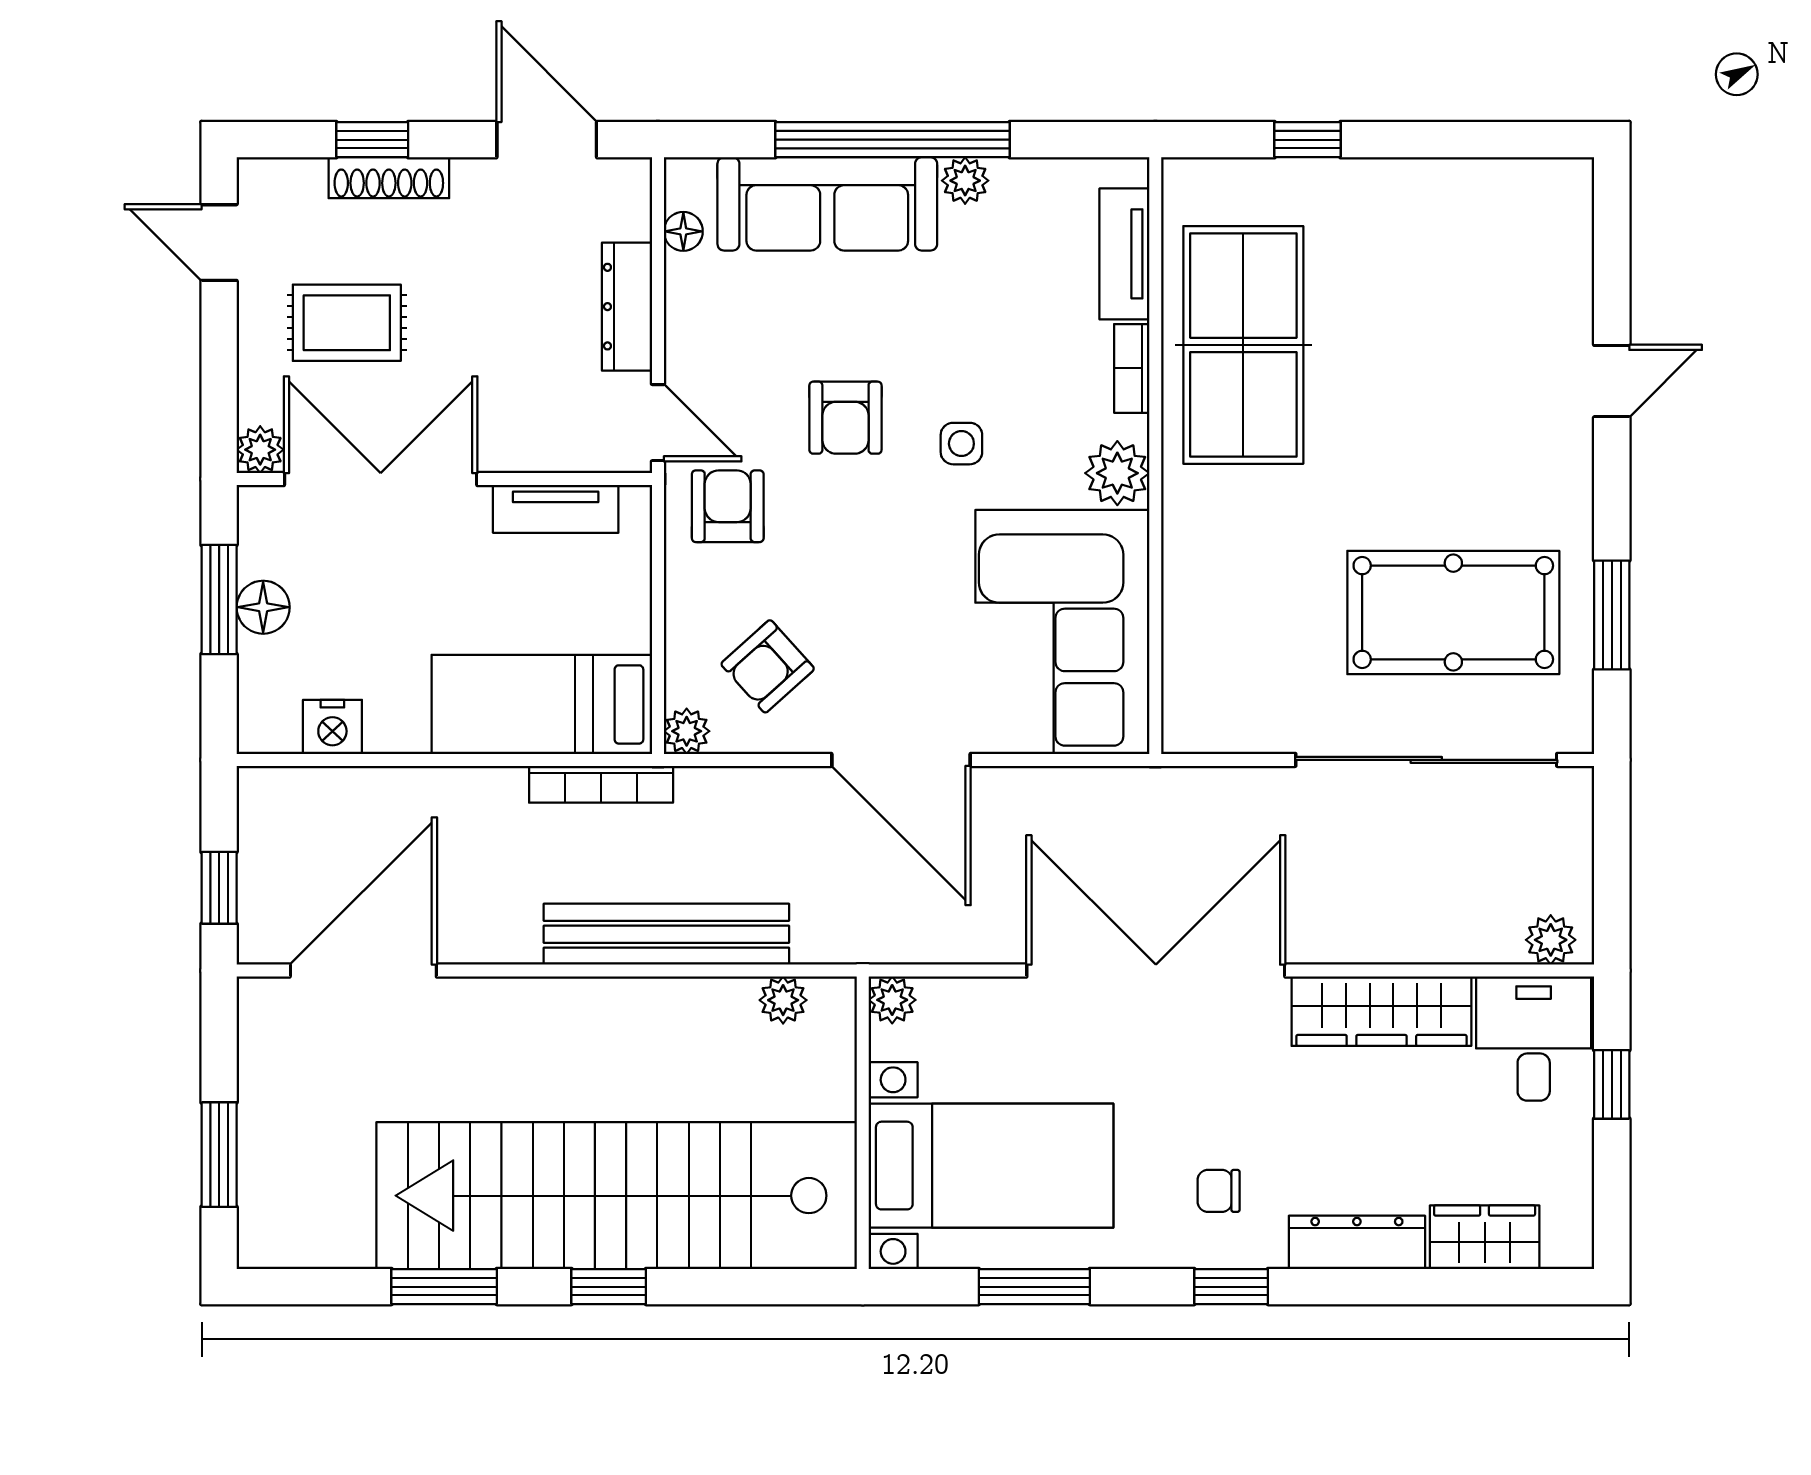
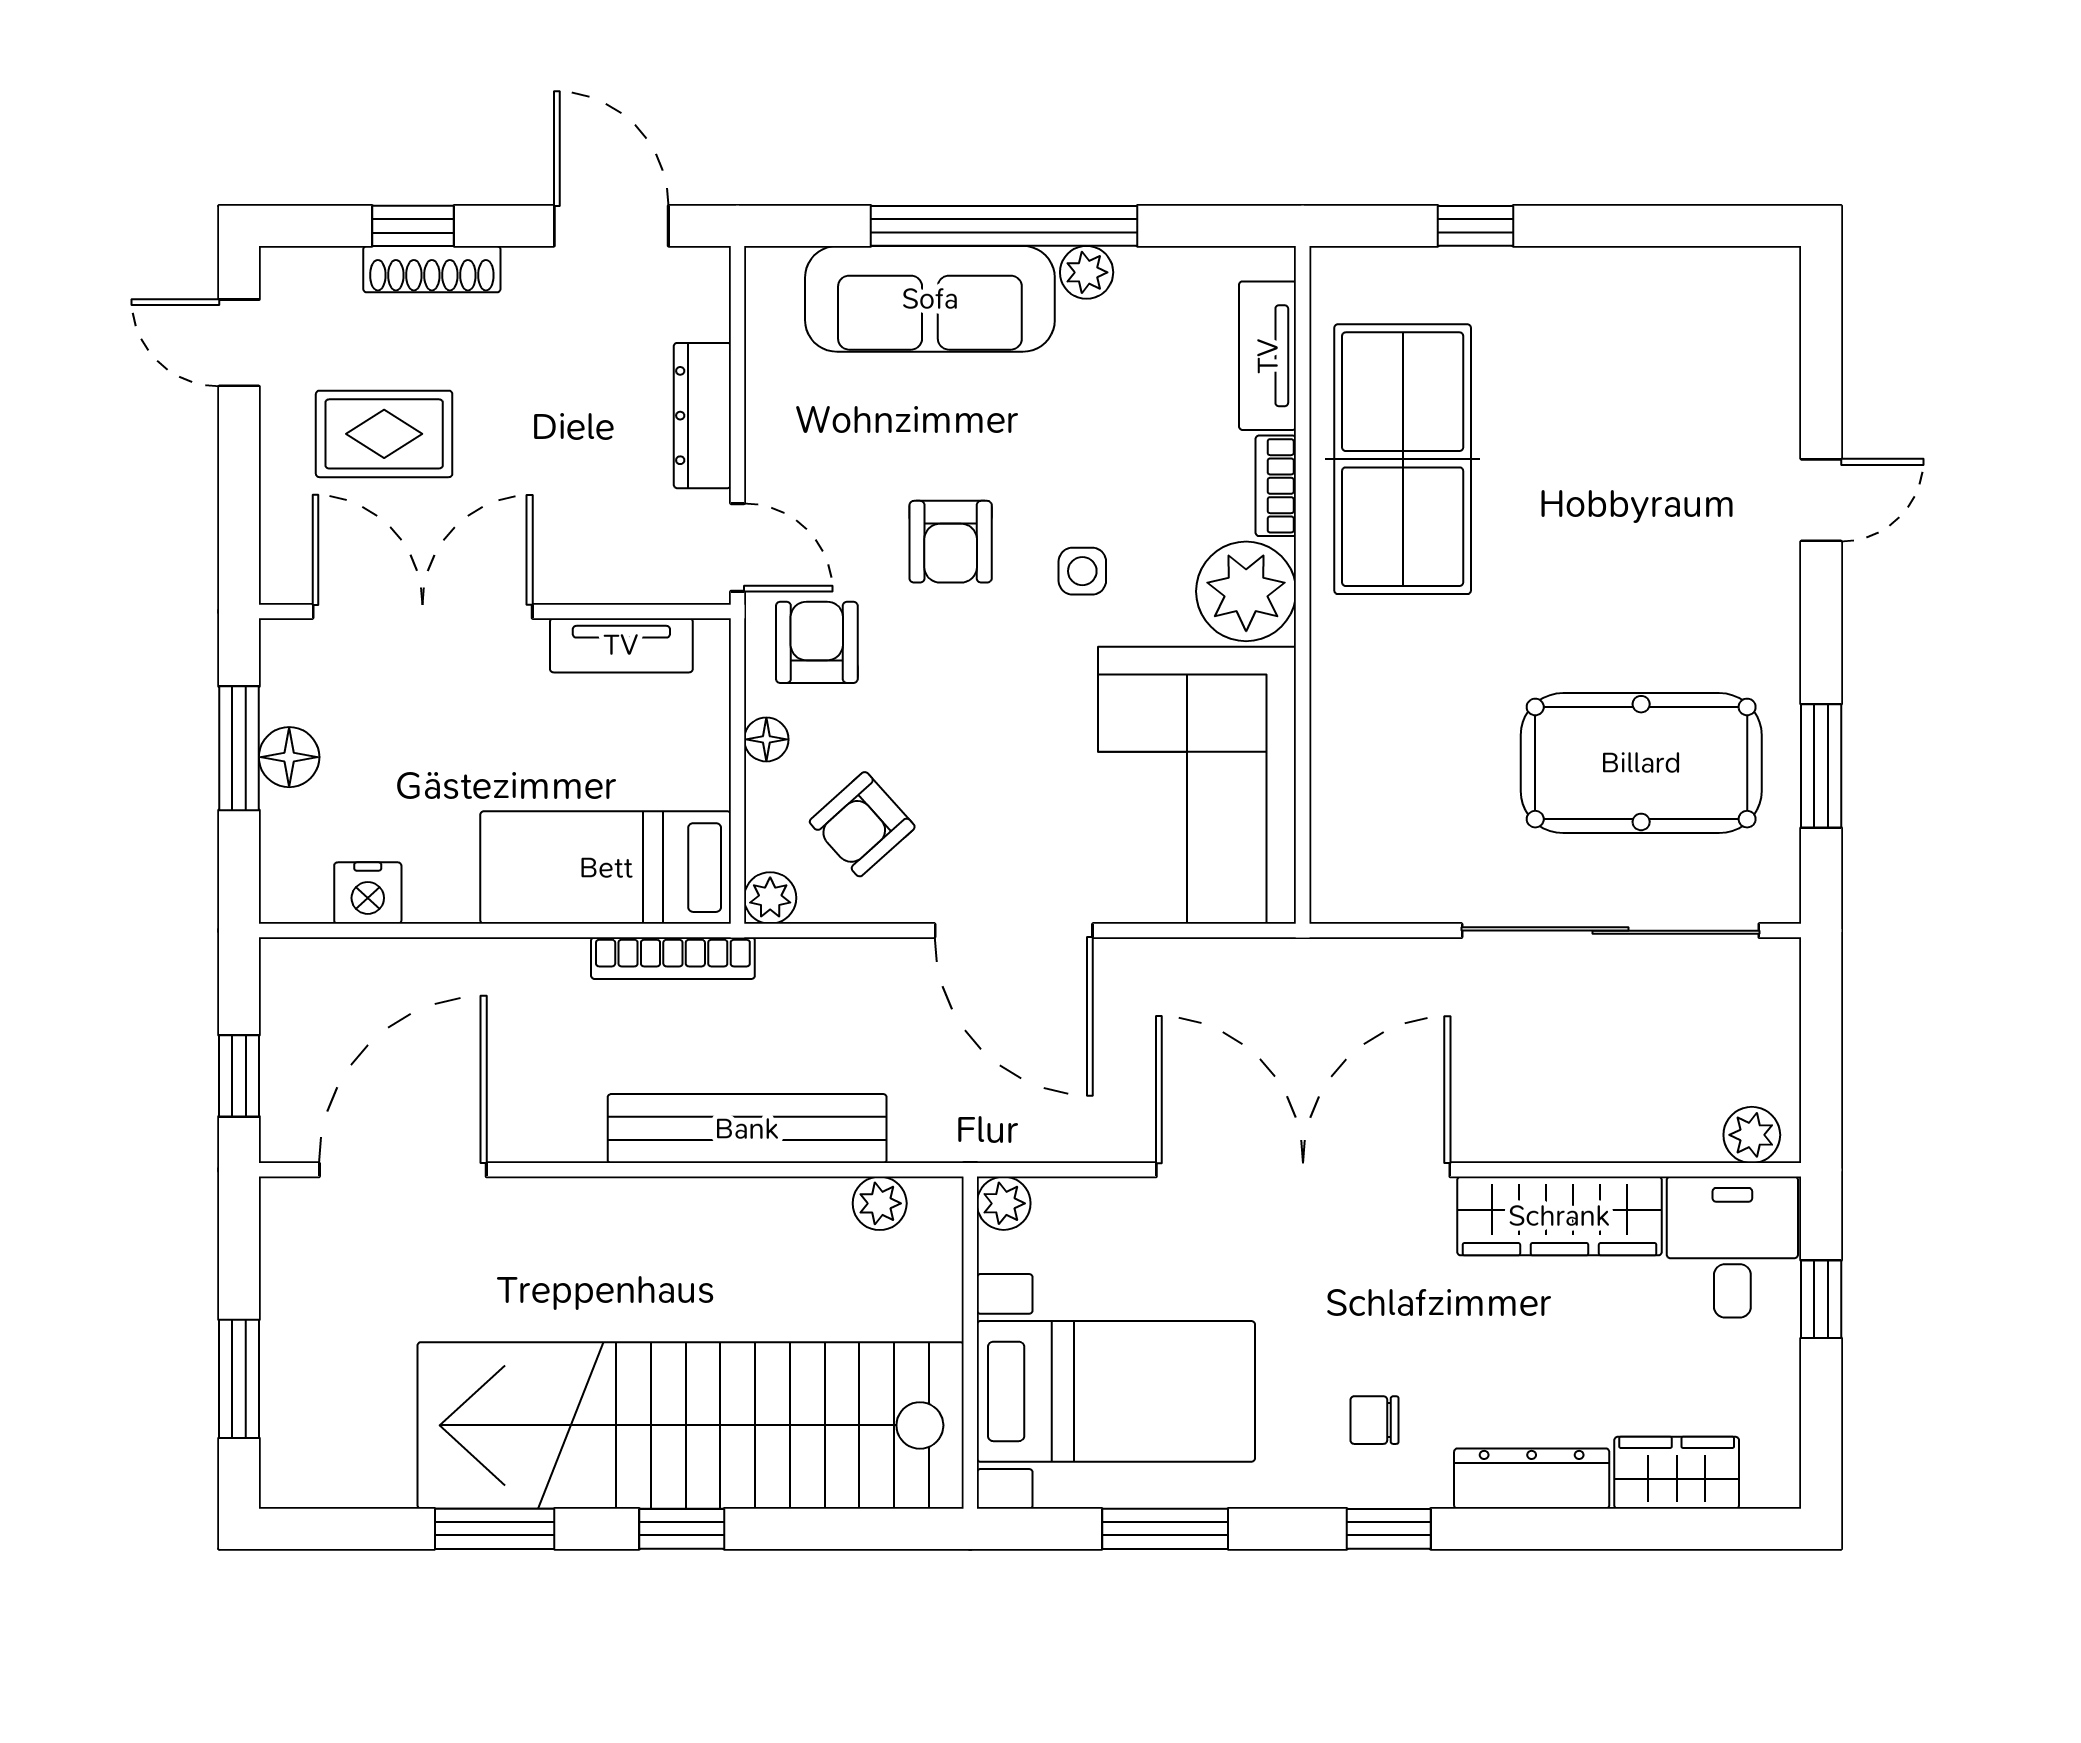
floor lamp: (683, 231) -> (766, 739), moved
plant: (260, 450) -> (286, 578), removed
plant: (1117, 473) -> (1246, 591), width x1.36, depth x1.36

